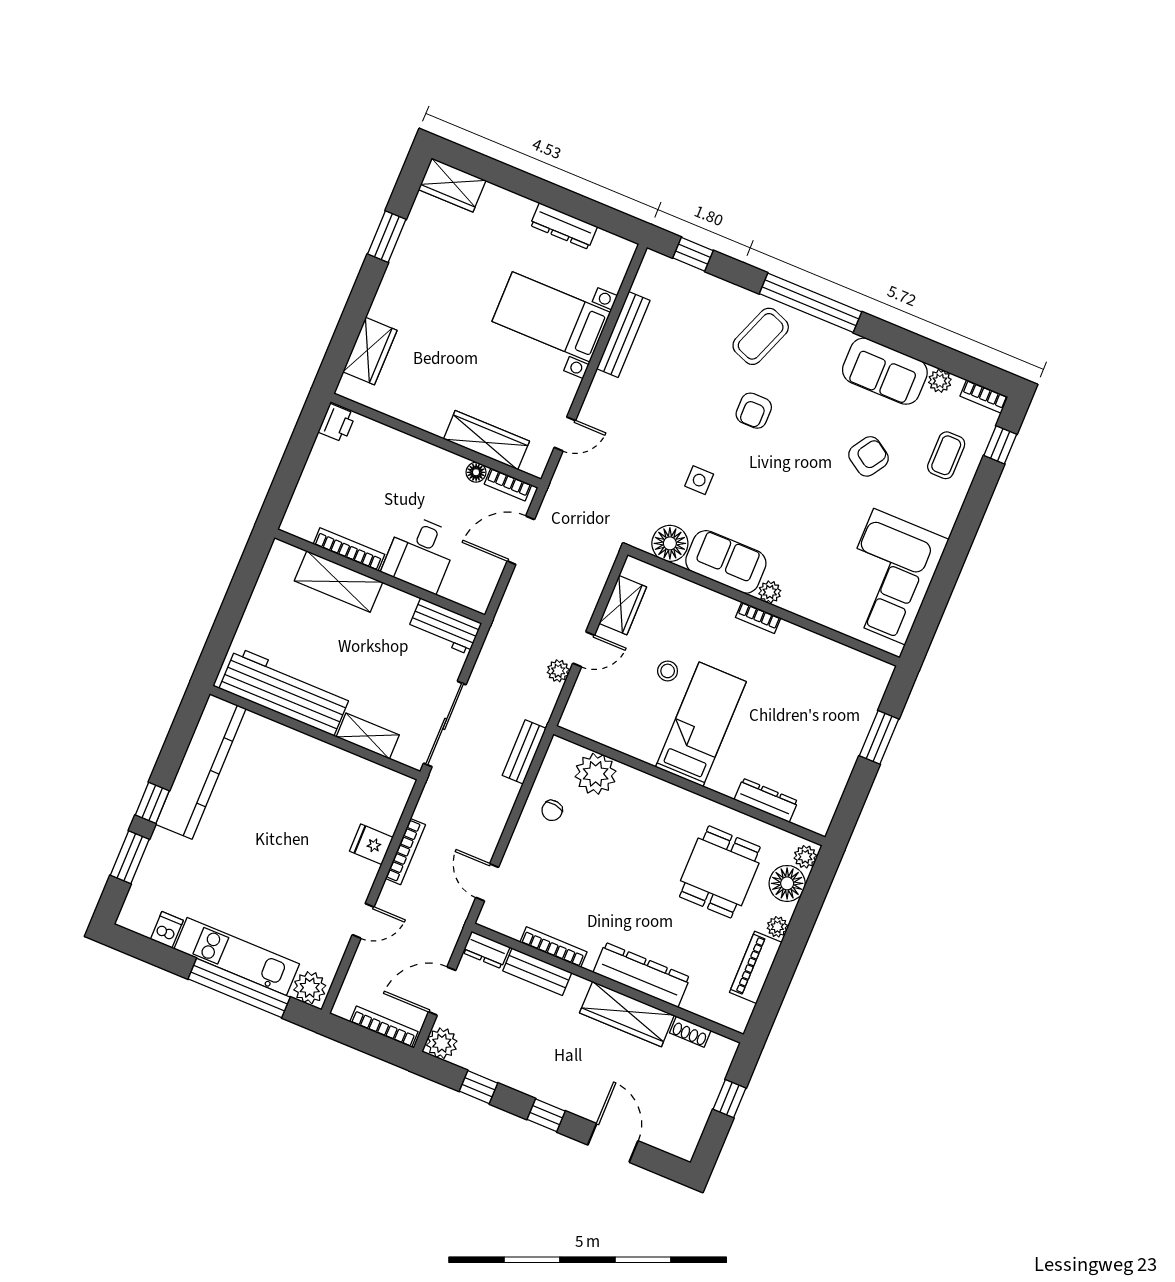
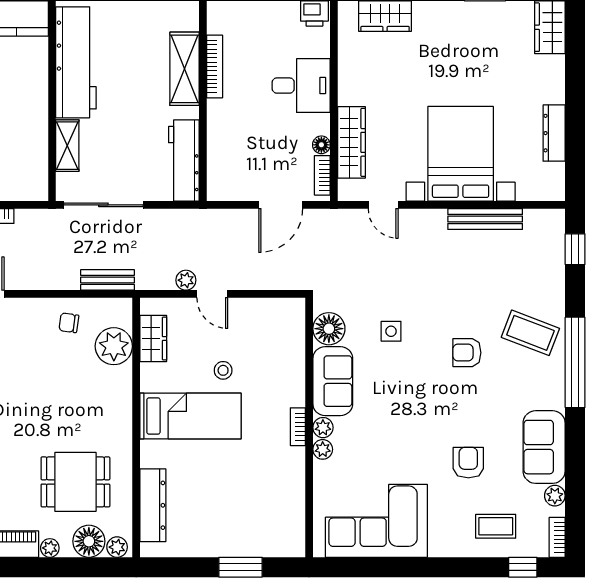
bed with nightstands: (551, 317) -> (461, 154), width x1.36
armchair: (868, 456) -> (468, 463), turned -123
door: (521, 540) -> (281, 205), swing flipped
desk: (420, 553) -> (301, 86), moved, turned 180
plant: (792, 602) -> (323, 449), added
wardrobe: (623, 605) -> (153, 339), moved, turned -90
workbench: (445, 626) -> (184, 161), width x1.38
dresser: (766, 800) -> (153, 505), width x1.37, depth x1.24

